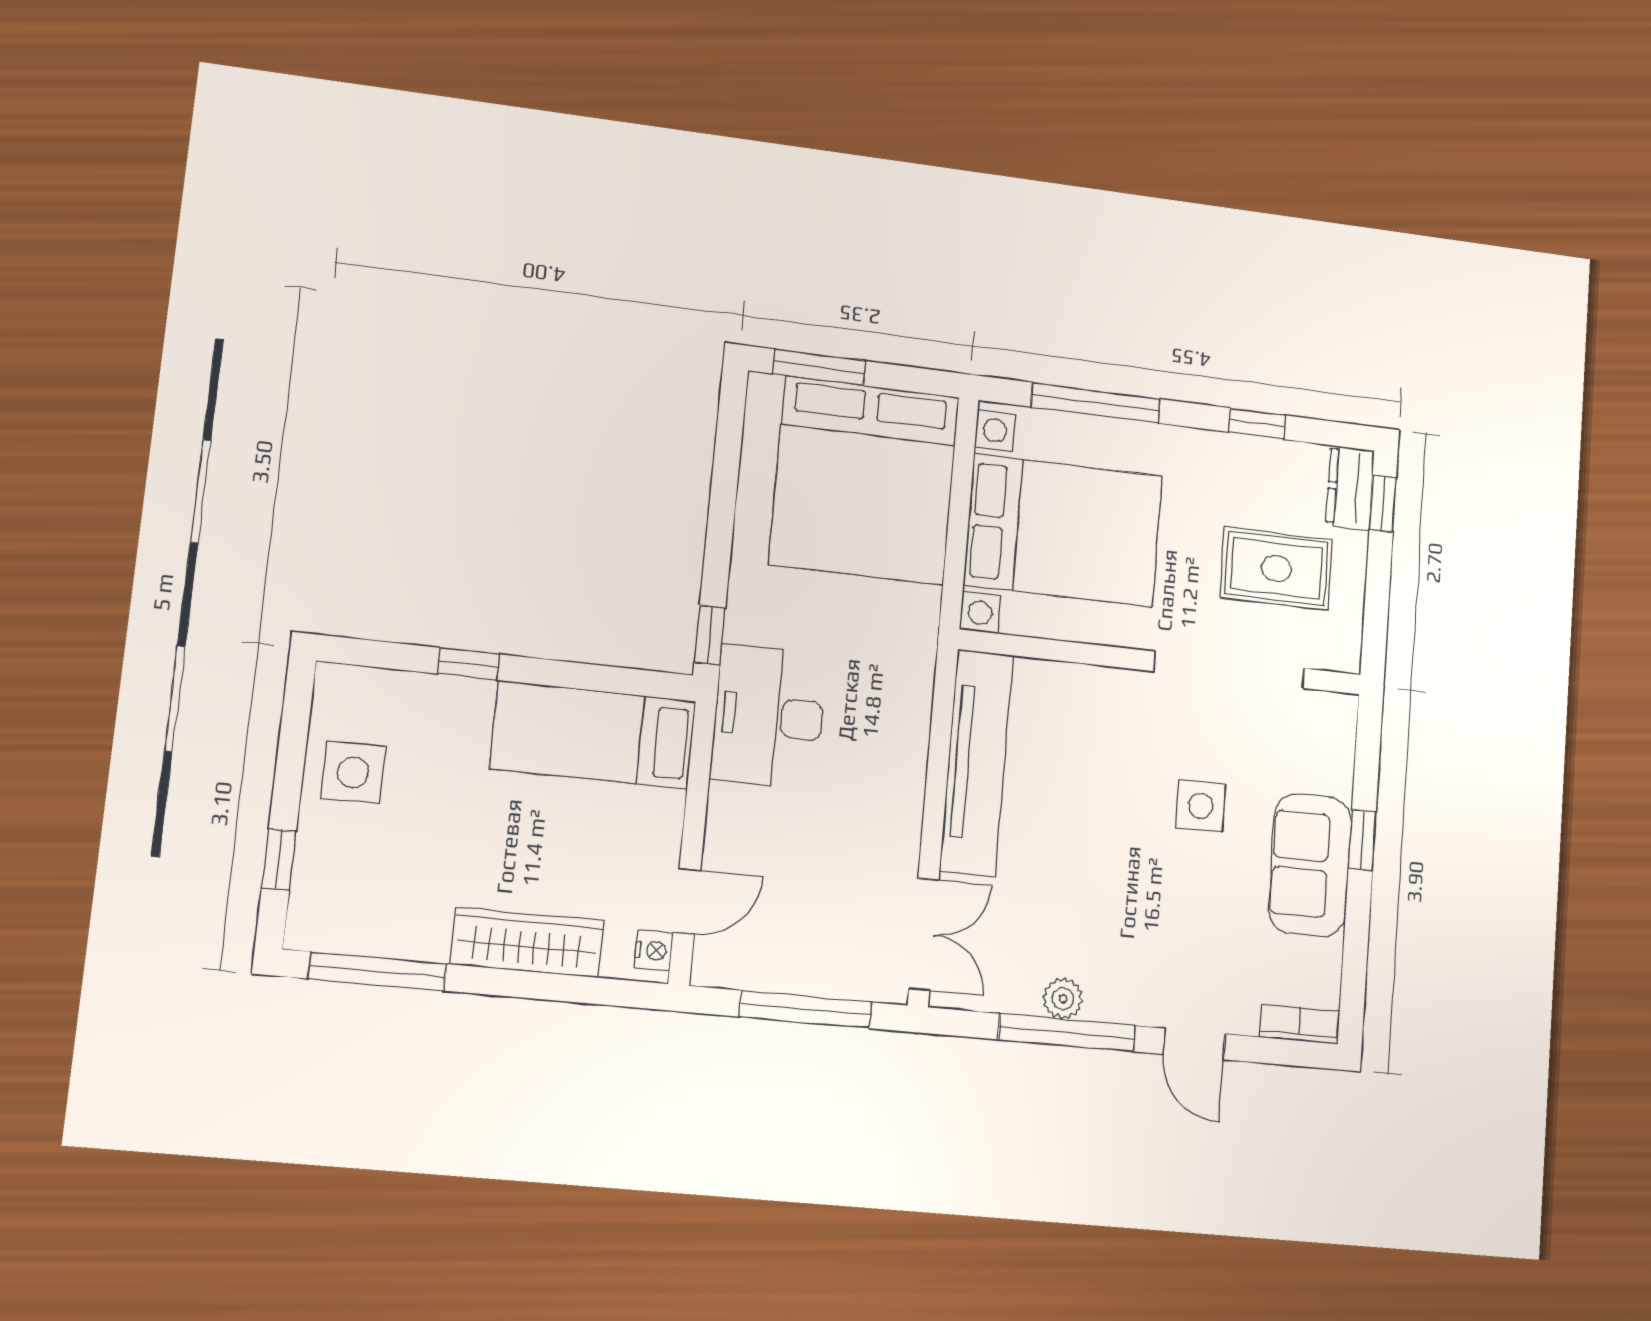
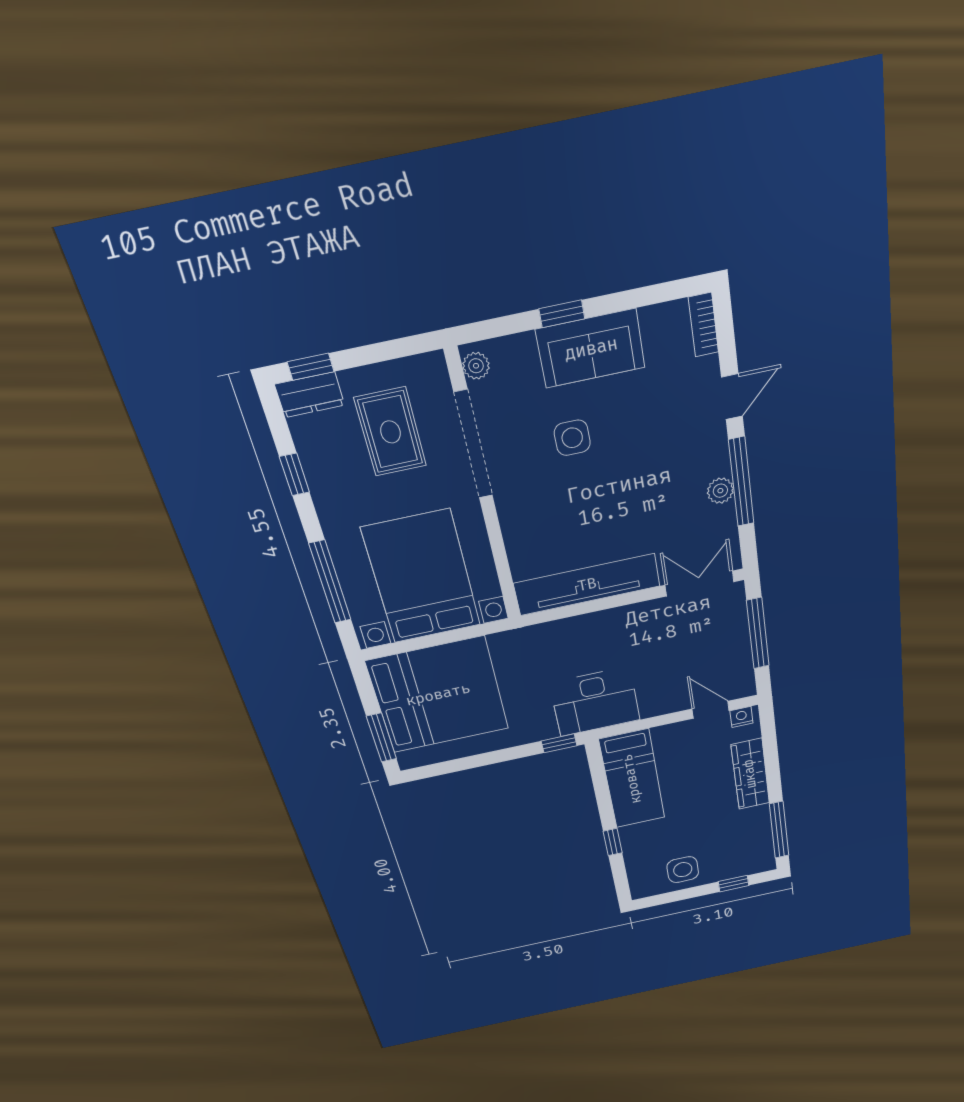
plant: (1329, 709) -> (476, 366), added

